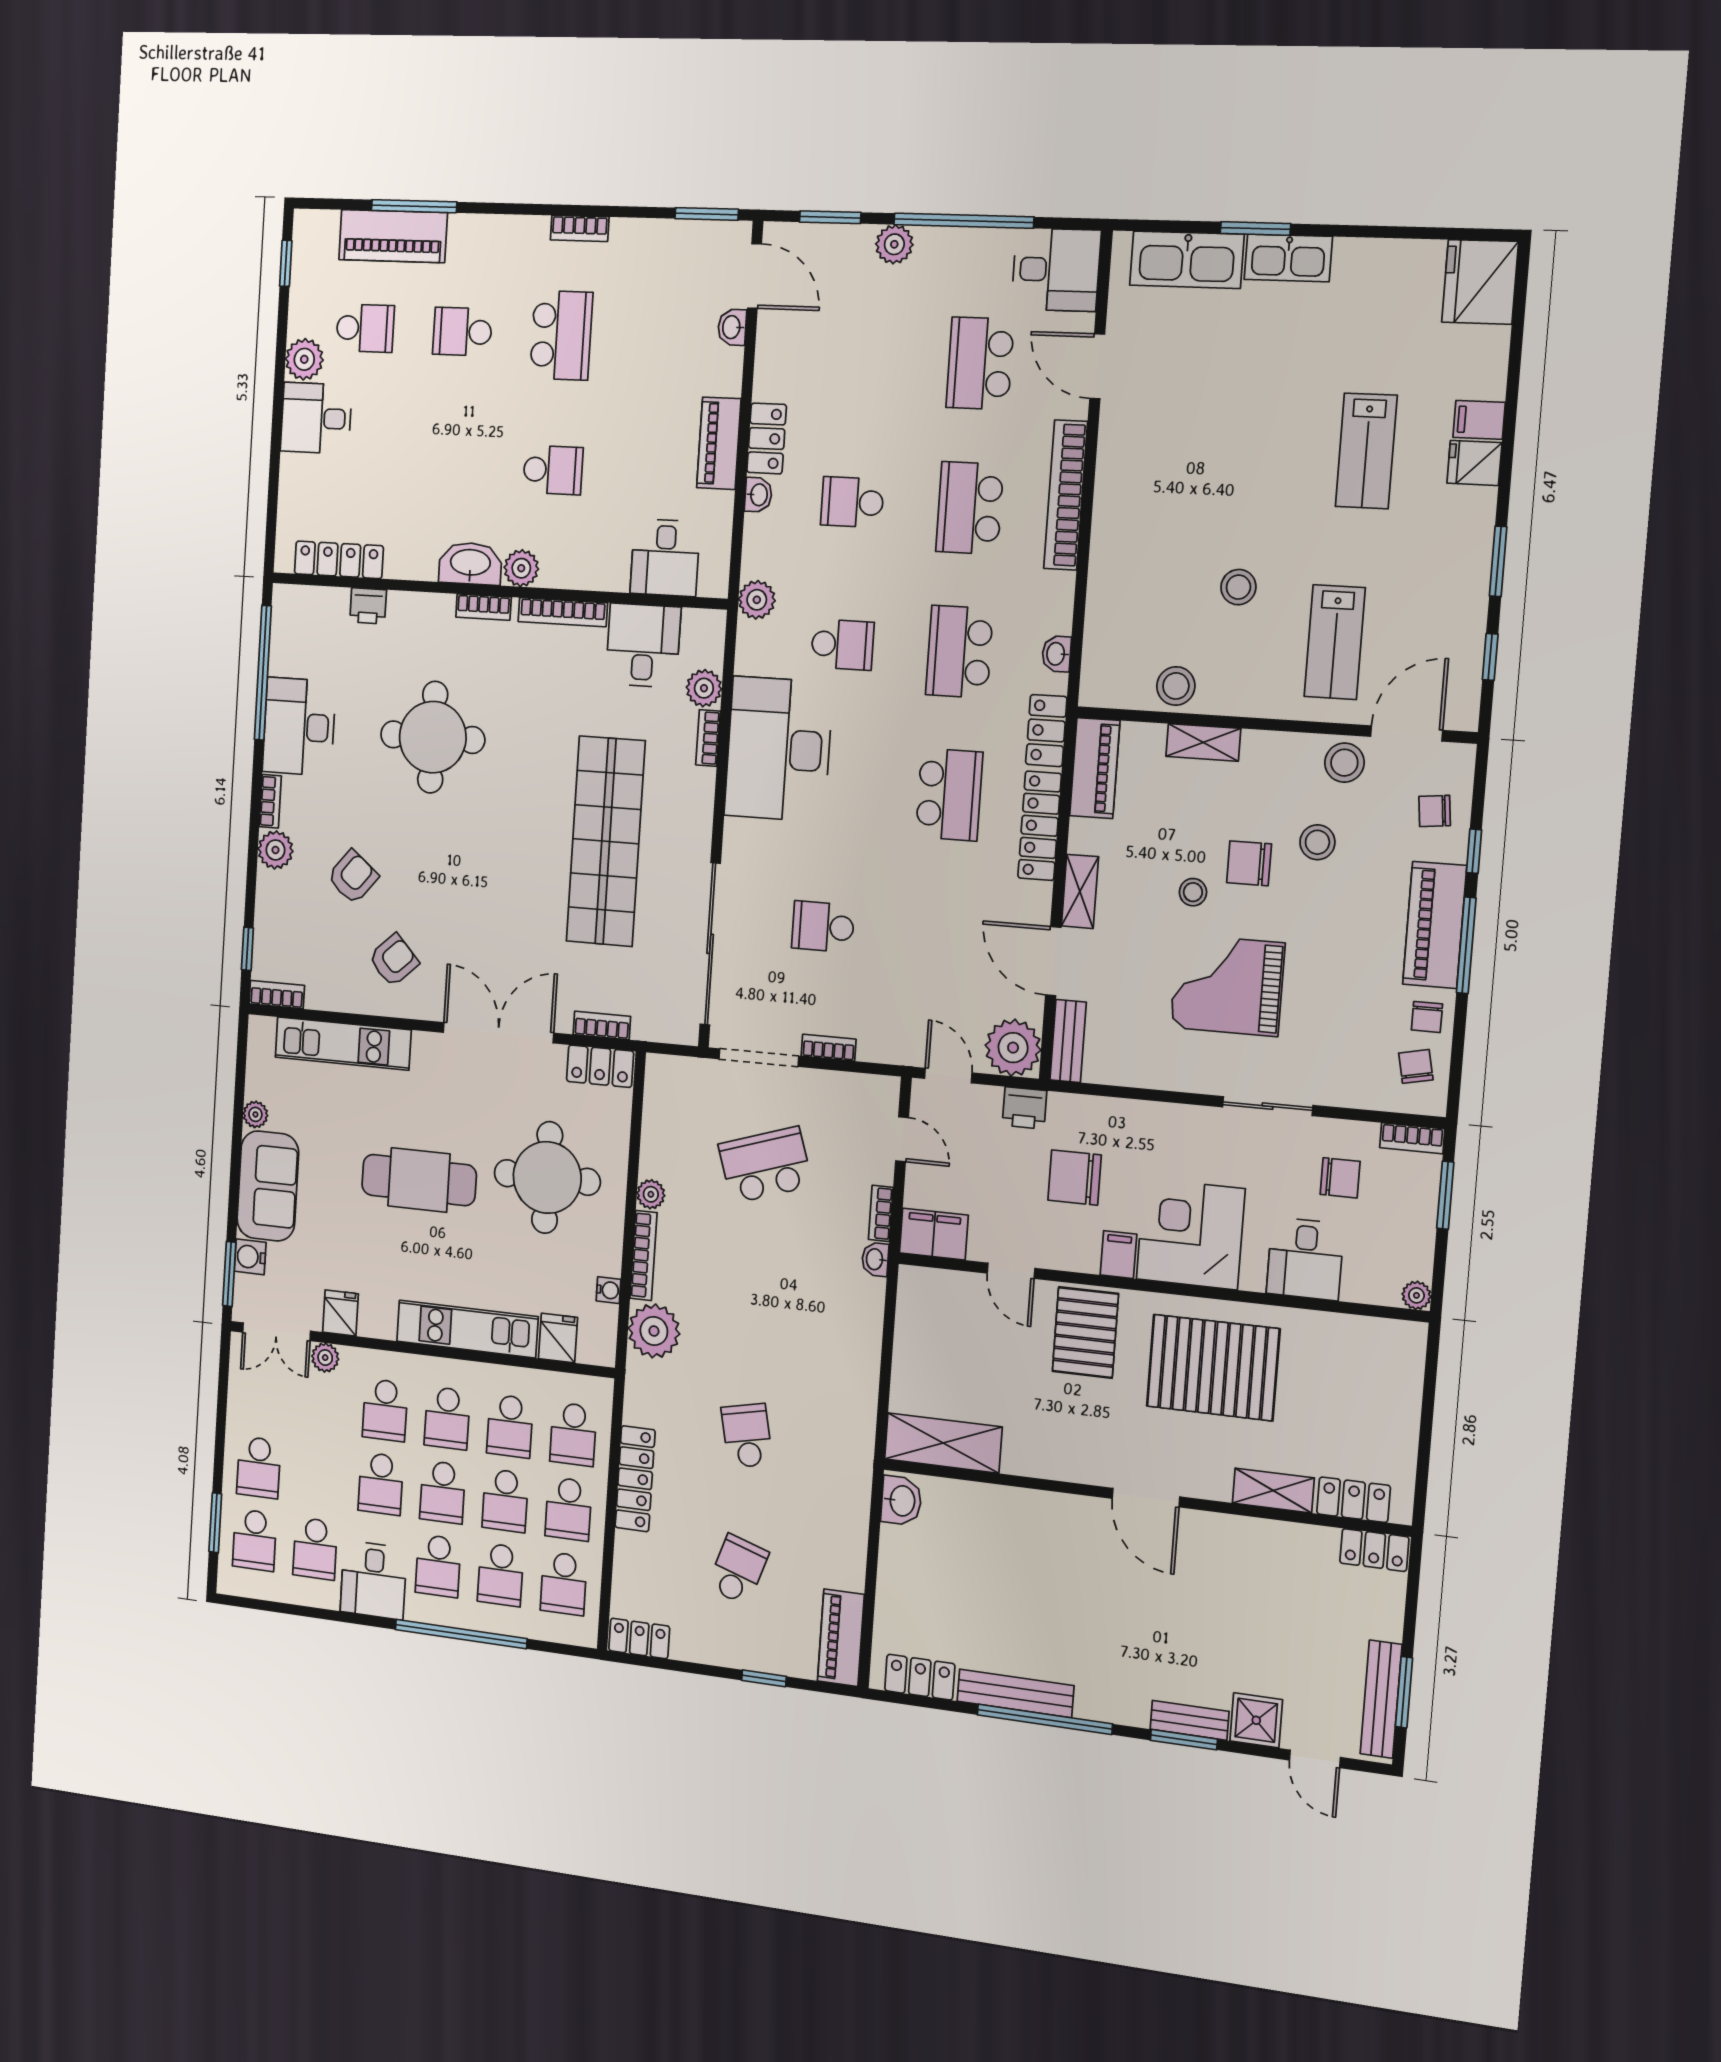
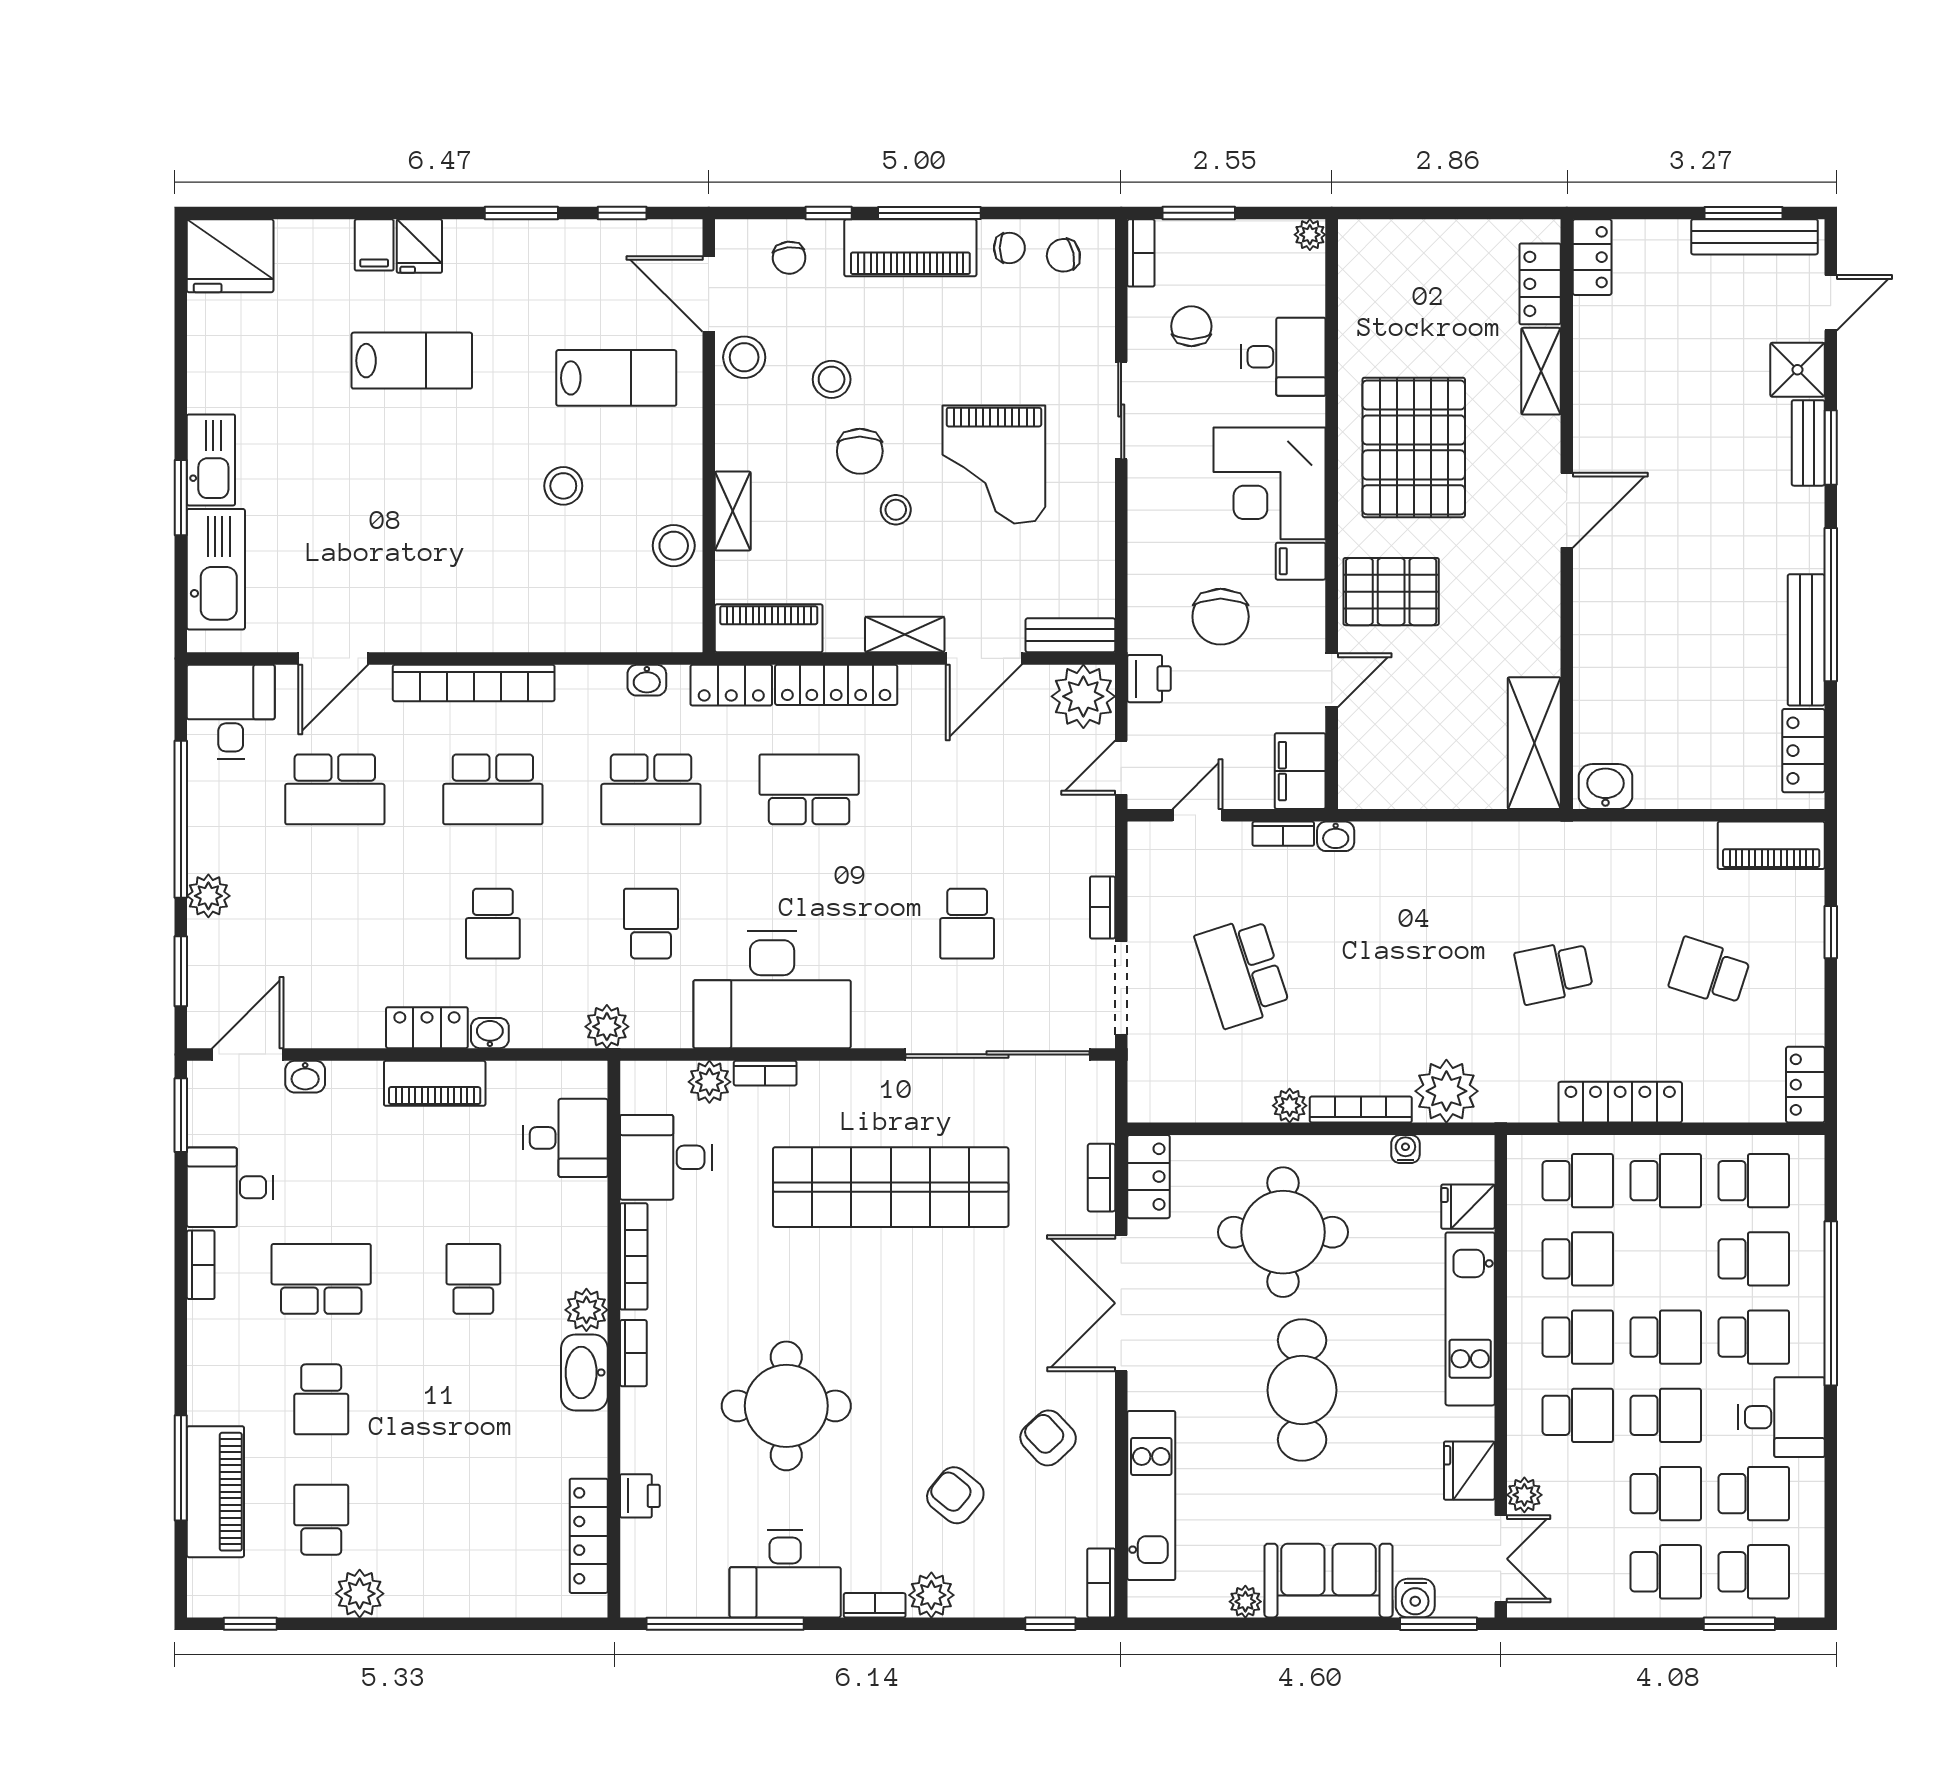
desk: (316, 418) -> (230, 1187), moved, turned 90
fridge: (340, 1313) -> (1469, 1471), width x1.38
school desk: (505, 1500) -> (1666, 1494), moved

